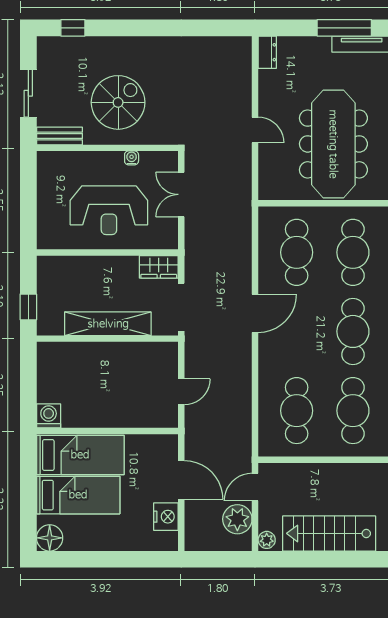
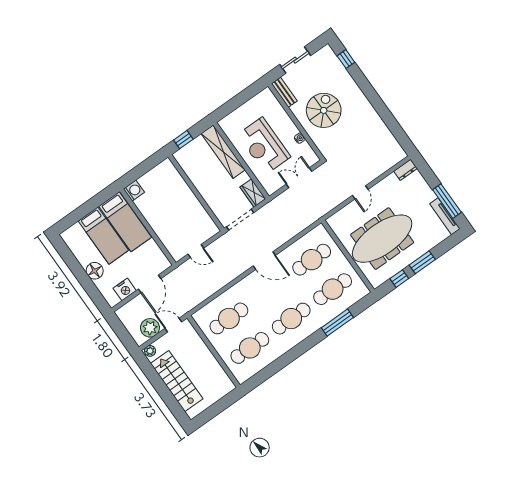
spiral stairs: (118, 102) -> (324, 110), turned -90
shelving: (108, 324) -> (223, 152), moved
floor lamp: (50, 538) -> (95, 271), moved

